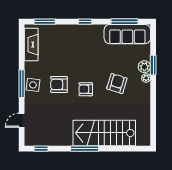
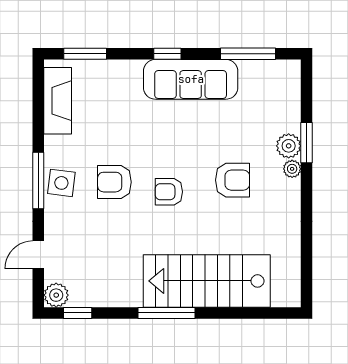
sofa: (127, 34) -> (191, 79), moved
armchair: (117, 84) -> (233, 180), turned 73
plant: (30, 140) -> (56, 295), added

